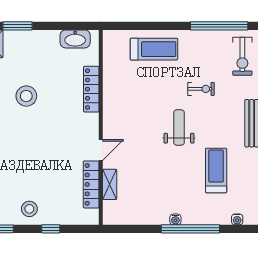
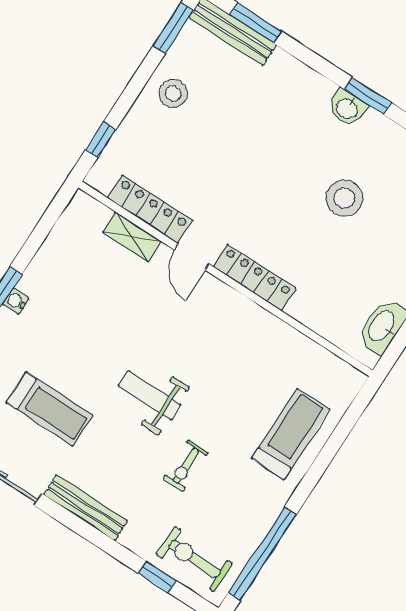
treadmill: (154, 49) -> (291, 434), turned 180
locker: (91, 89) -> (254, 277), moved
weight bench: (179, 127) -> (150, 395), turned 180
window: (51, 229) -> (101, 140), moved

